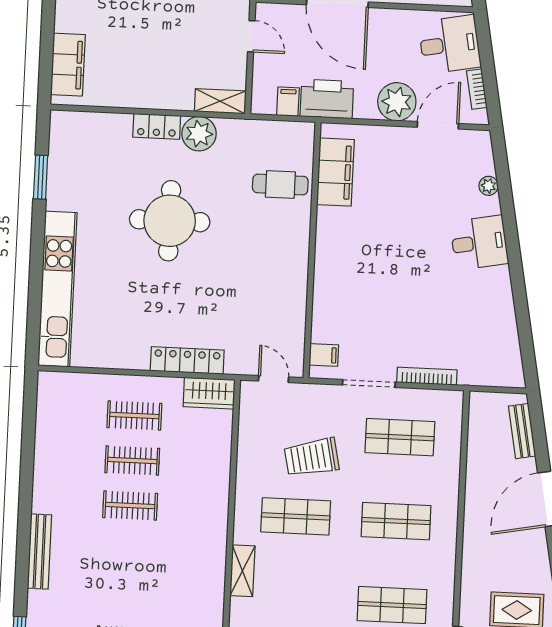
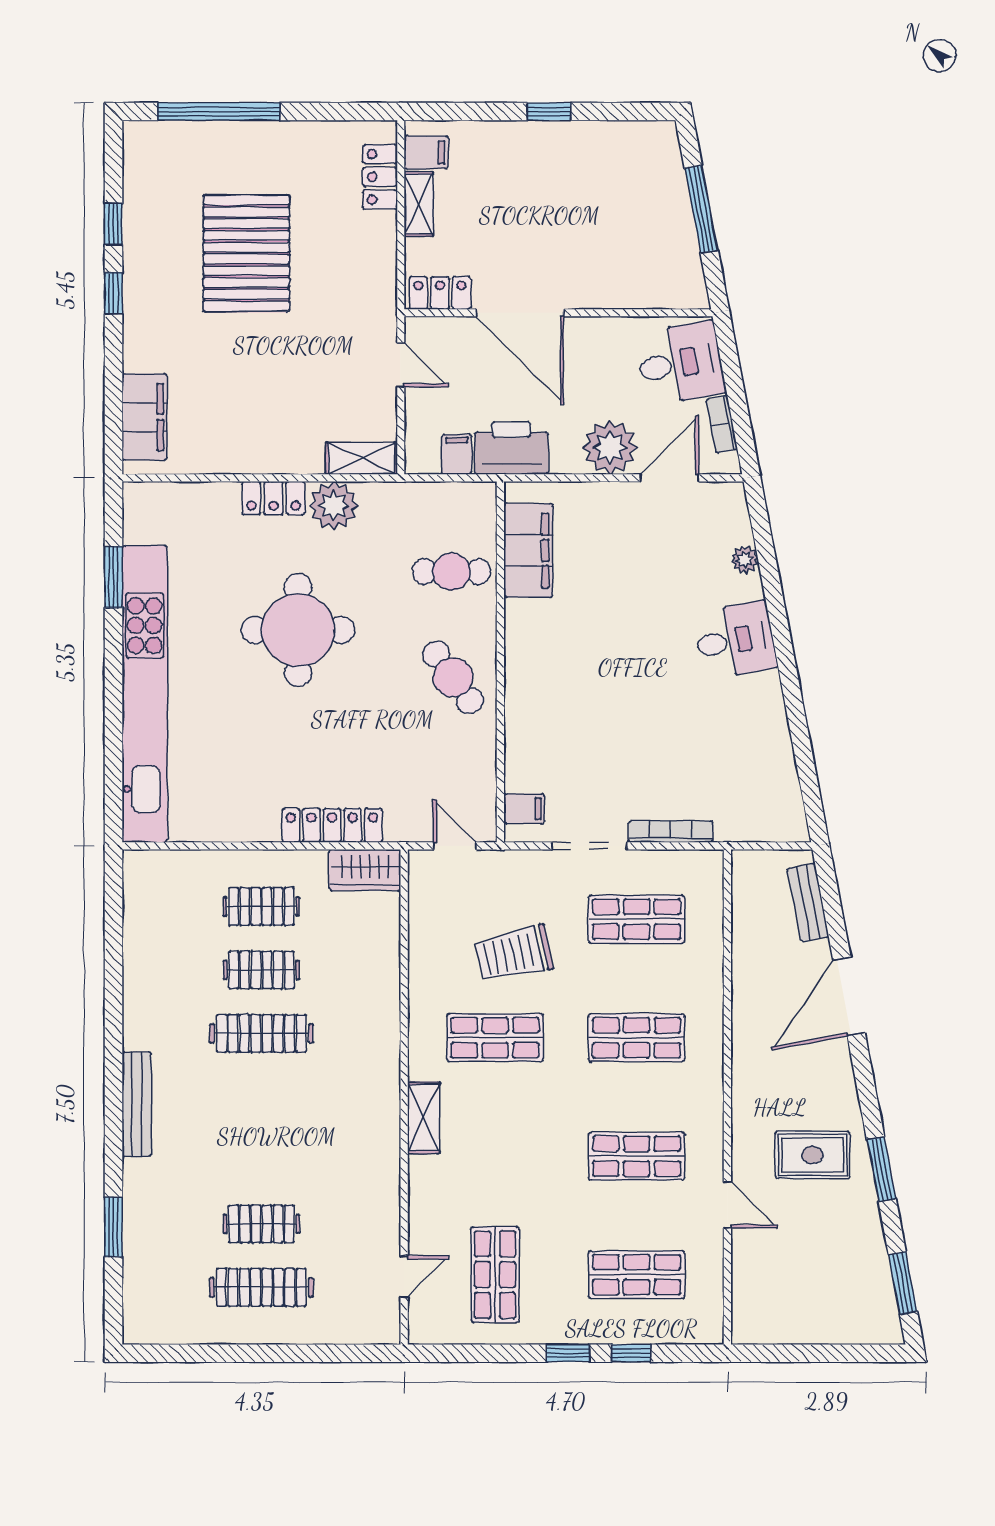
cafe table: (278, 260) -> (453, 677), added
kitchen unit: (57, 289) -> (145, 694), width x1.36
clothes rail: (130, 506) -> (261, 1033), width x1.36

